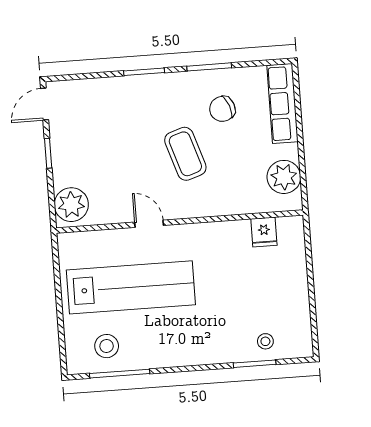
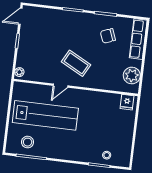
coffee table: (185, 154) -> (76, 63), moved, turned -44
plant: (71, 205) -> (19, 72), width x0.53, depth x0.53
door: (149, 224) -> (60, 86), swing flipped
fridge: (264, 232) -> (127, 102), moved

